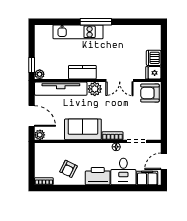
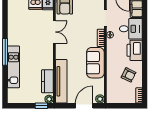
kitchen counter: (82, 72) -> (47, 81), moved
plant: (95, 89) -> (61, 53), removed

